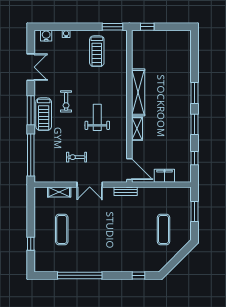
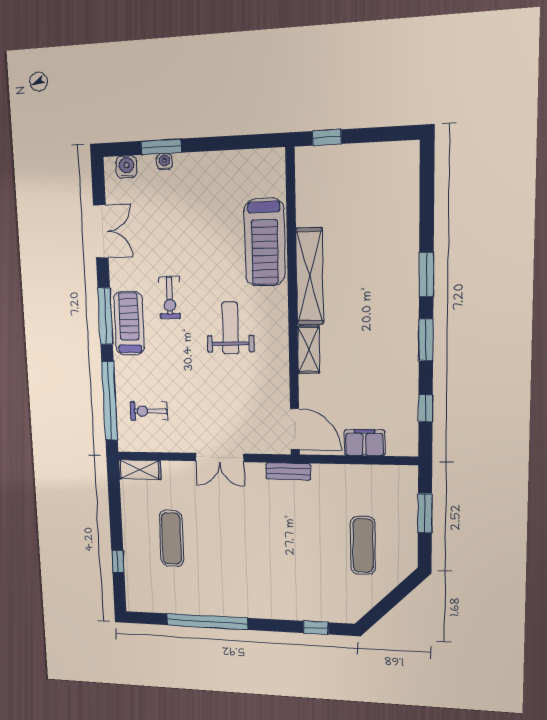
window: (113, 27) -> (161, 147), moved
treadmill: (97, 51) -> (265, 242), moved, width x1.37, depth x1.38
treadmill: (44, 114) -> (129, 323), turned 180
exercise bike: (76, 157) -> (149, 411), moved
shelving: (59, 192) -> (140, 470), moved

